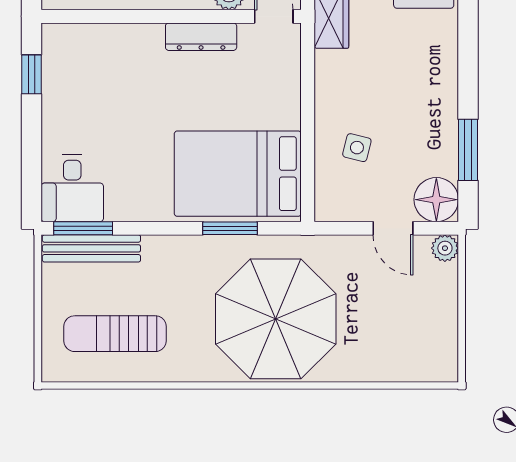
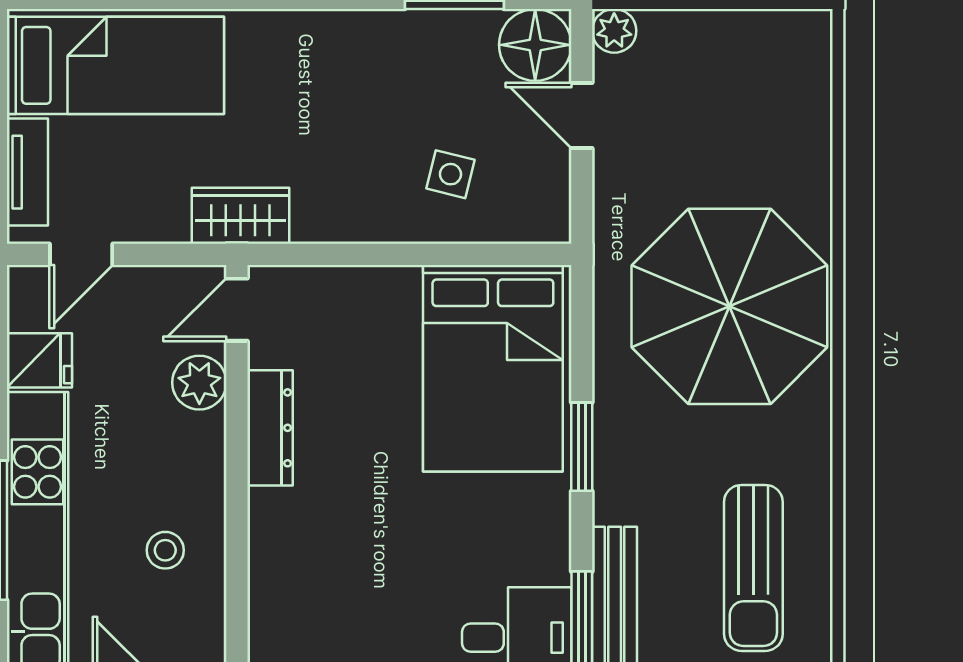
window: (230, 228) -> (582, 447), moved
door: (393, 228) -> (582, 115), swing flipped

